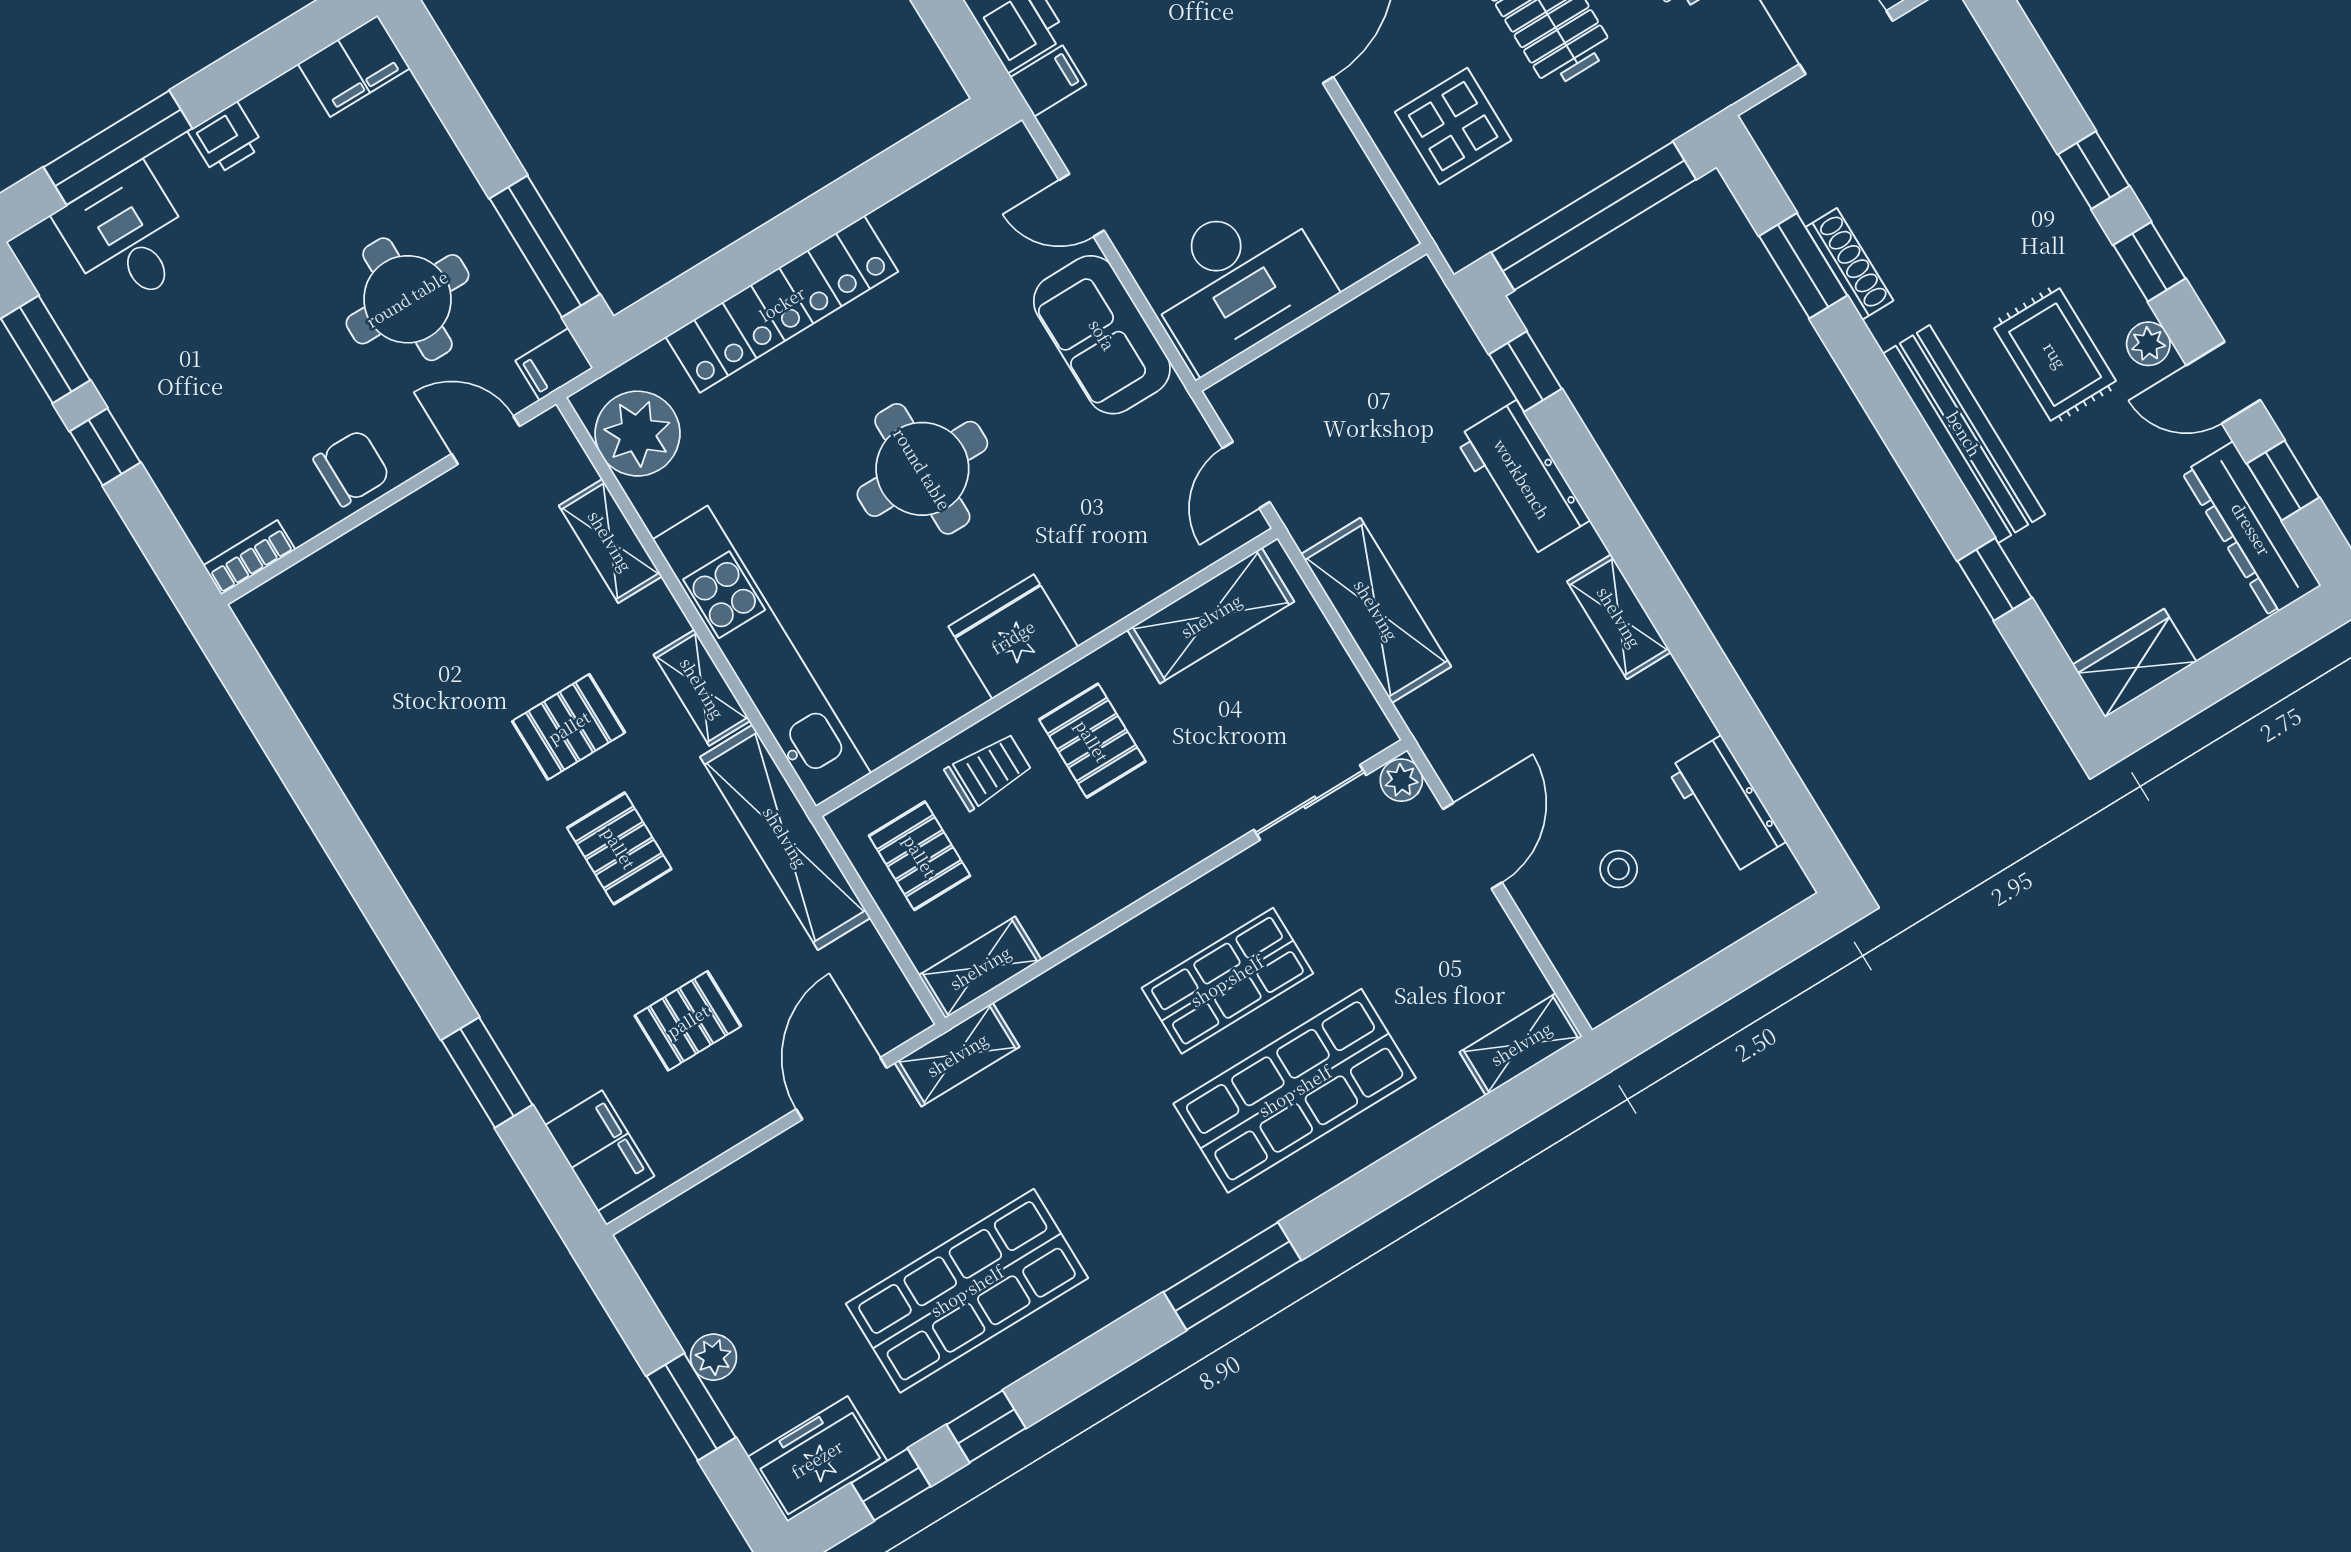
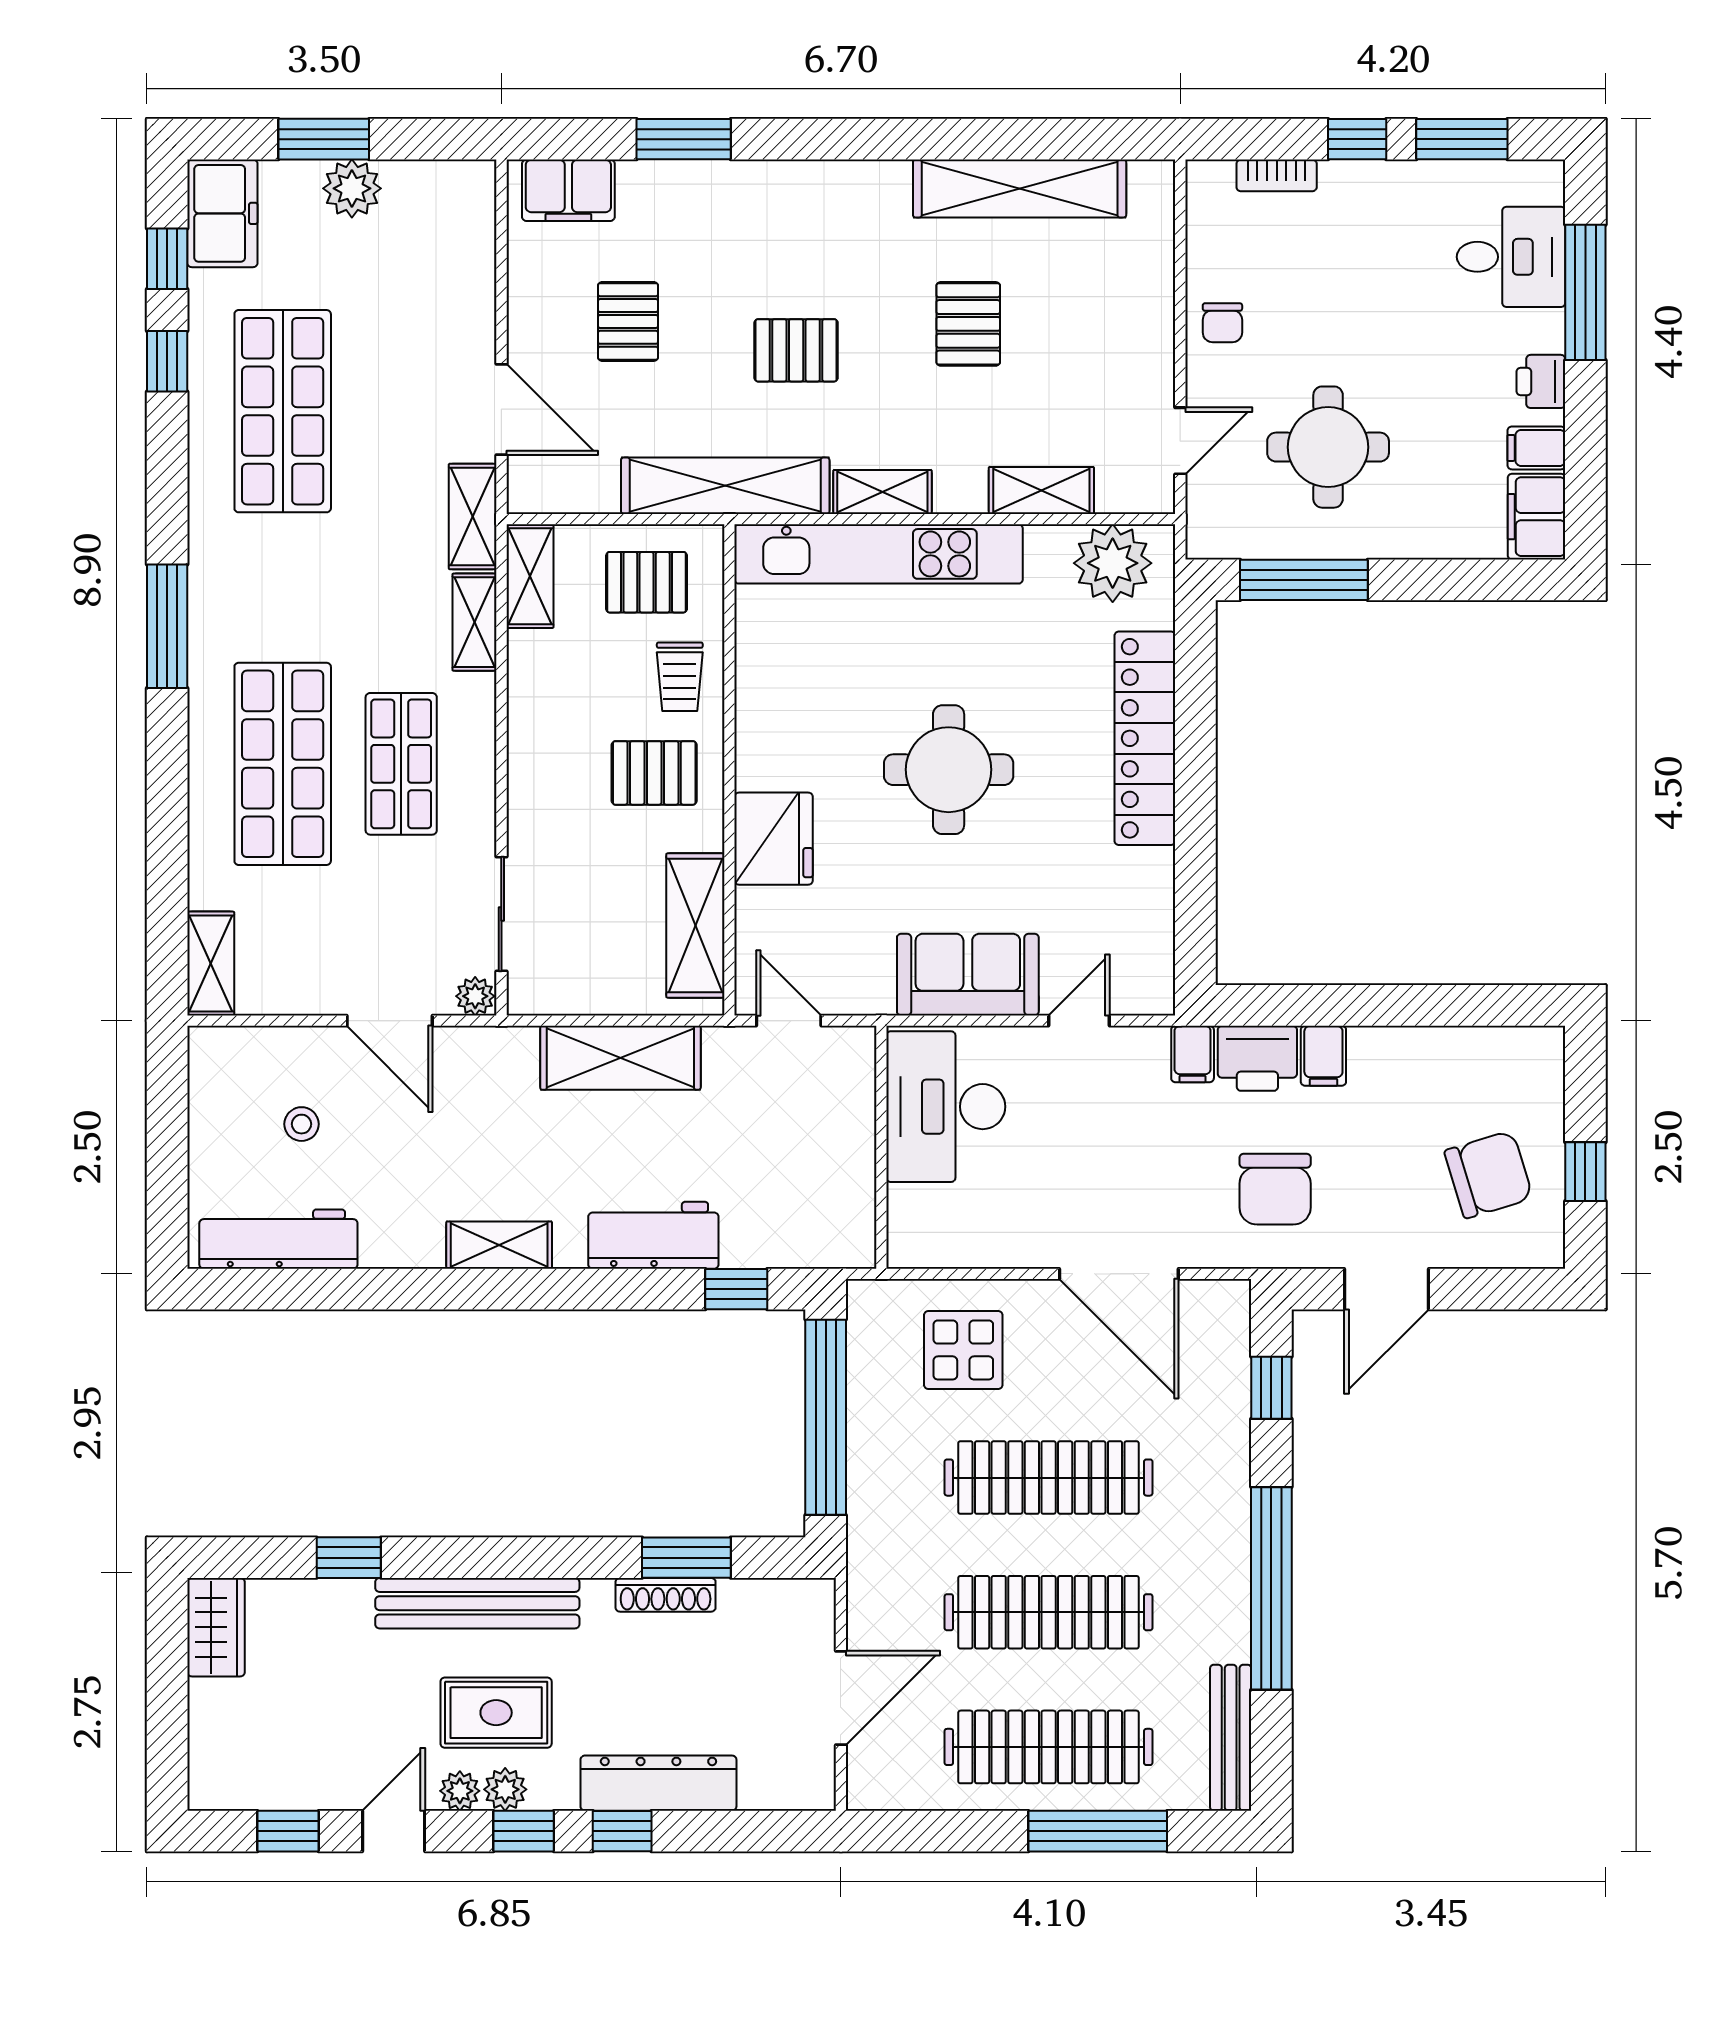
plant: (2121, 302) -> (505, 1789), added
filing cabinet: (554, 364) -> (1536, 448), moved, turned -90
chair: (352, 468) -> (1222, 323), width x0.73, depth x0.73
dresser: (2251, 529) -> (658, 1783), moved
bookcase: (249, 557) -> (1277, 175), moved, turned 90
fridge: (1013, 637) -> (774, 839), moved
pallet: (569, 727) -> (968, 324), moved
shelving: (342, 732) -> (1020, 189), added
workbench: (1726, 805) -> (278, 1239), width x1.38
shelving: (1054, 993) -> (474, 622), added
plant: (713, 1357) -> (352, 188), width x1.38, depth x1.38

